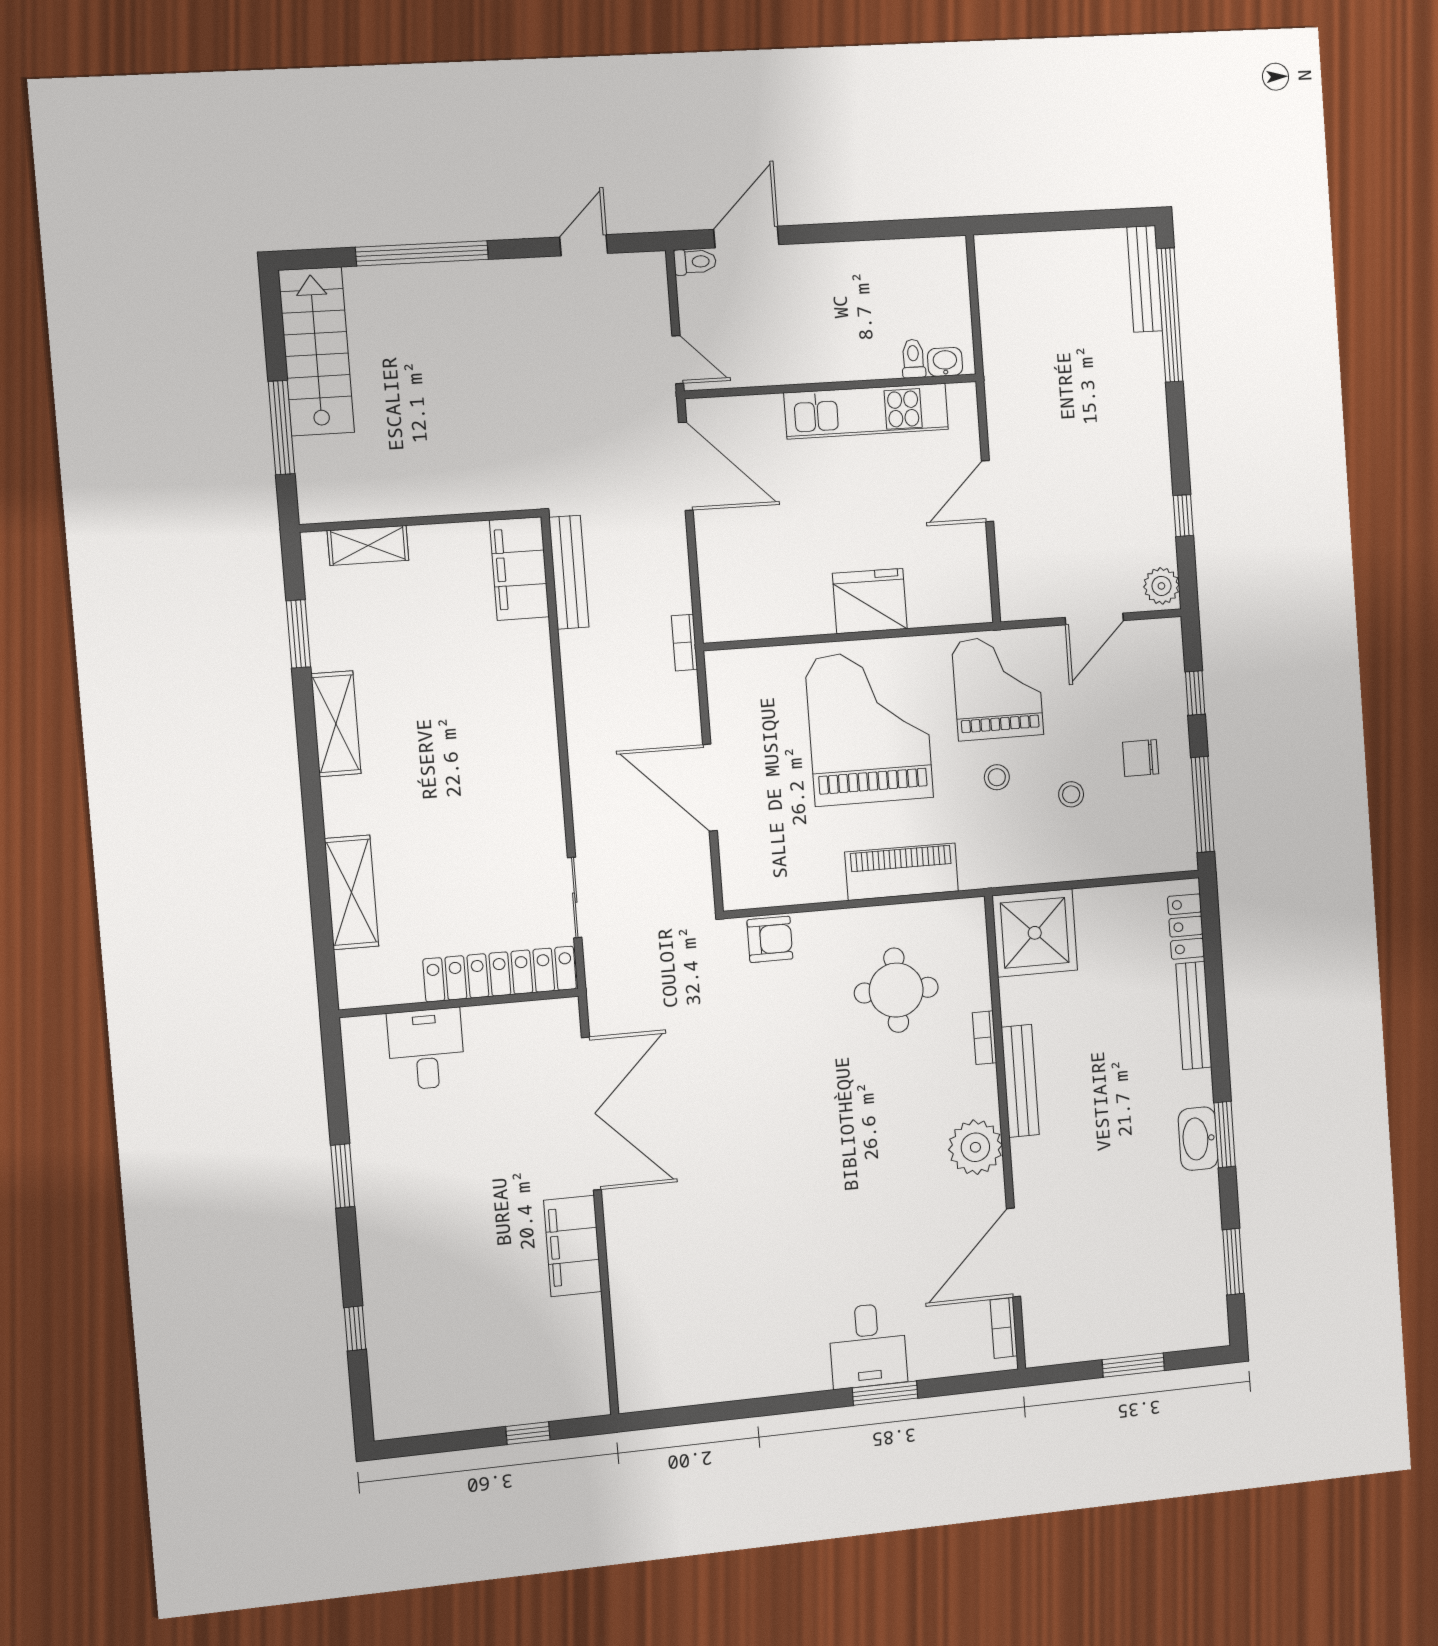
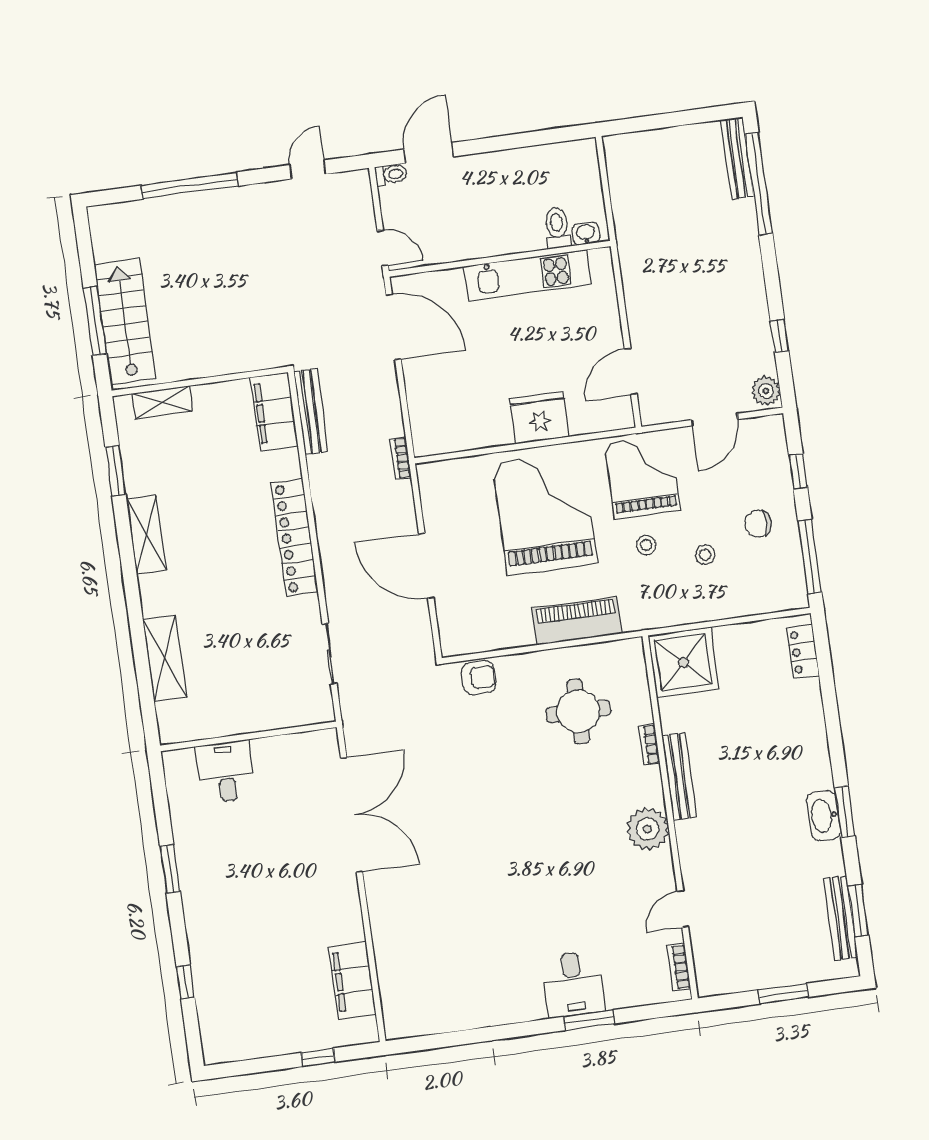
stairs: (316, 351) -> (125, 322), moved
toilet: (913, 359) -> (557, 228), width x1.37, depth x1.39
door: (988, 491) -> (631, 371), moved
locker: (500, 974) -> (295, 538), moved, turned -90
bench: (1194, 1016) -> (841, 918), moved
filing cabinet: (573, 1246) -> (352, 980), moved
door: (1014, 1253) -> (683, 909), width x0.53

